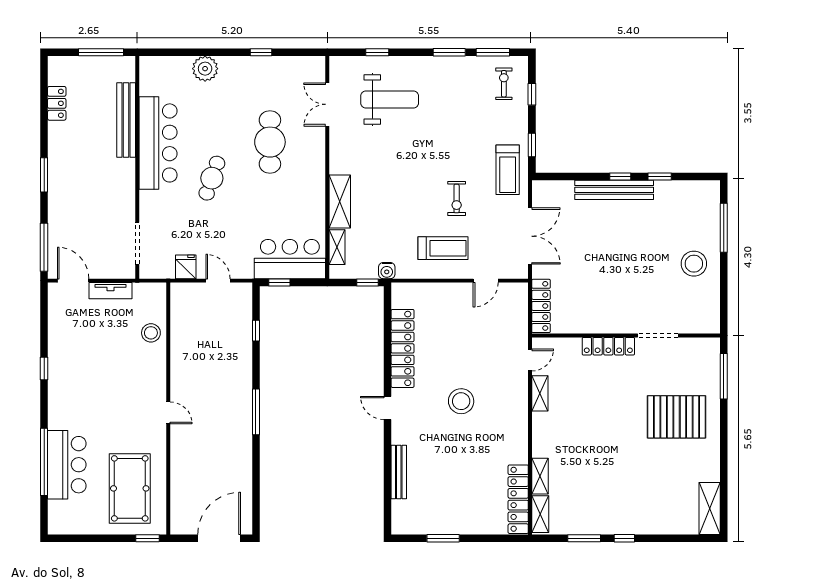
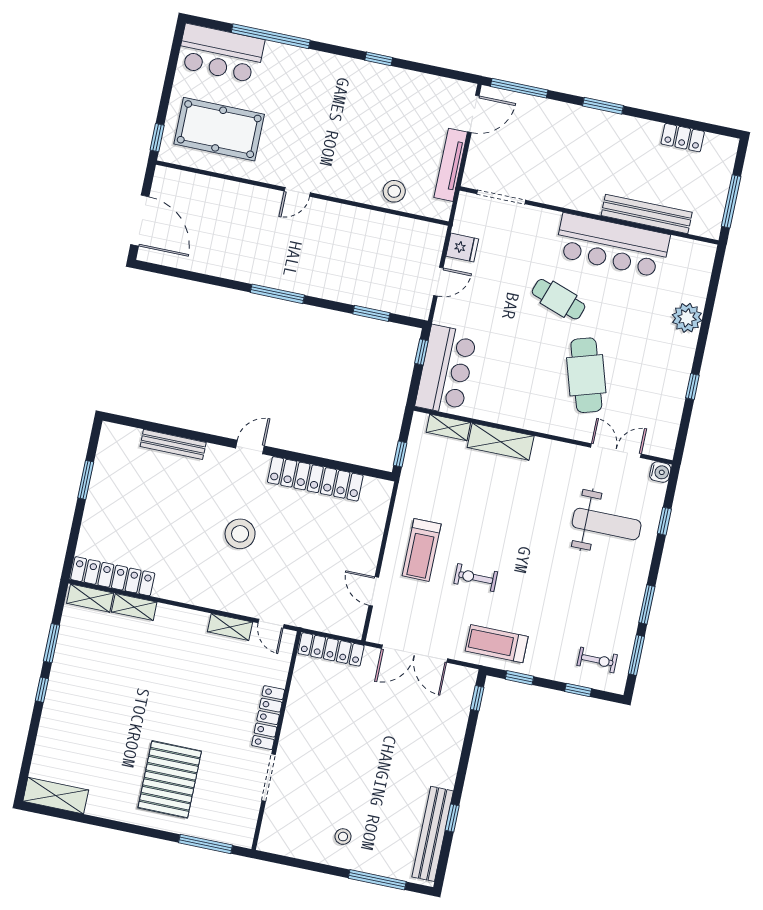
weight bench: (390, 100) -> (607, 524), turned -90
cafe table: (270, 142) -> (586, 375), turned 73
window: (620, 176) -> (477, 698), moved
bench: (614, 190) -> (433, 834), moved
stool: (694, 264) -> (343, 837), width x0.53, depth x0.53
water cooler: (387, 271) -> (660, 472), moved, turned 180
tv unit: (111, 291) -> (451, 165), width x1.41
window: (256, 331) -> (371, 313), width x1.50
bar counter: (67, 465) -> (221, 53), moved

